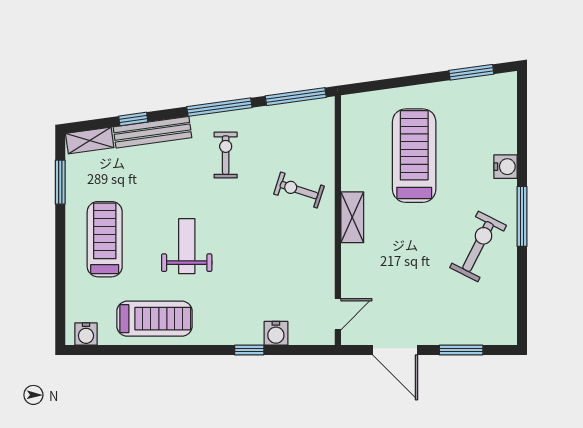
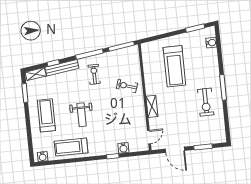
treadmill: (414, 156) -> (174, 66), turned 180
water cooler: (505, 167) -> (211, 43), moved
shelving: (352, 217) -> (152, 106), moved
weight bench: (187, 246) -> (82, 115), turned 180
exercise bike: (478, 246) -> (206, 102), turned 153
treadmill: (154, 319) -> (71, 147), turned 180

